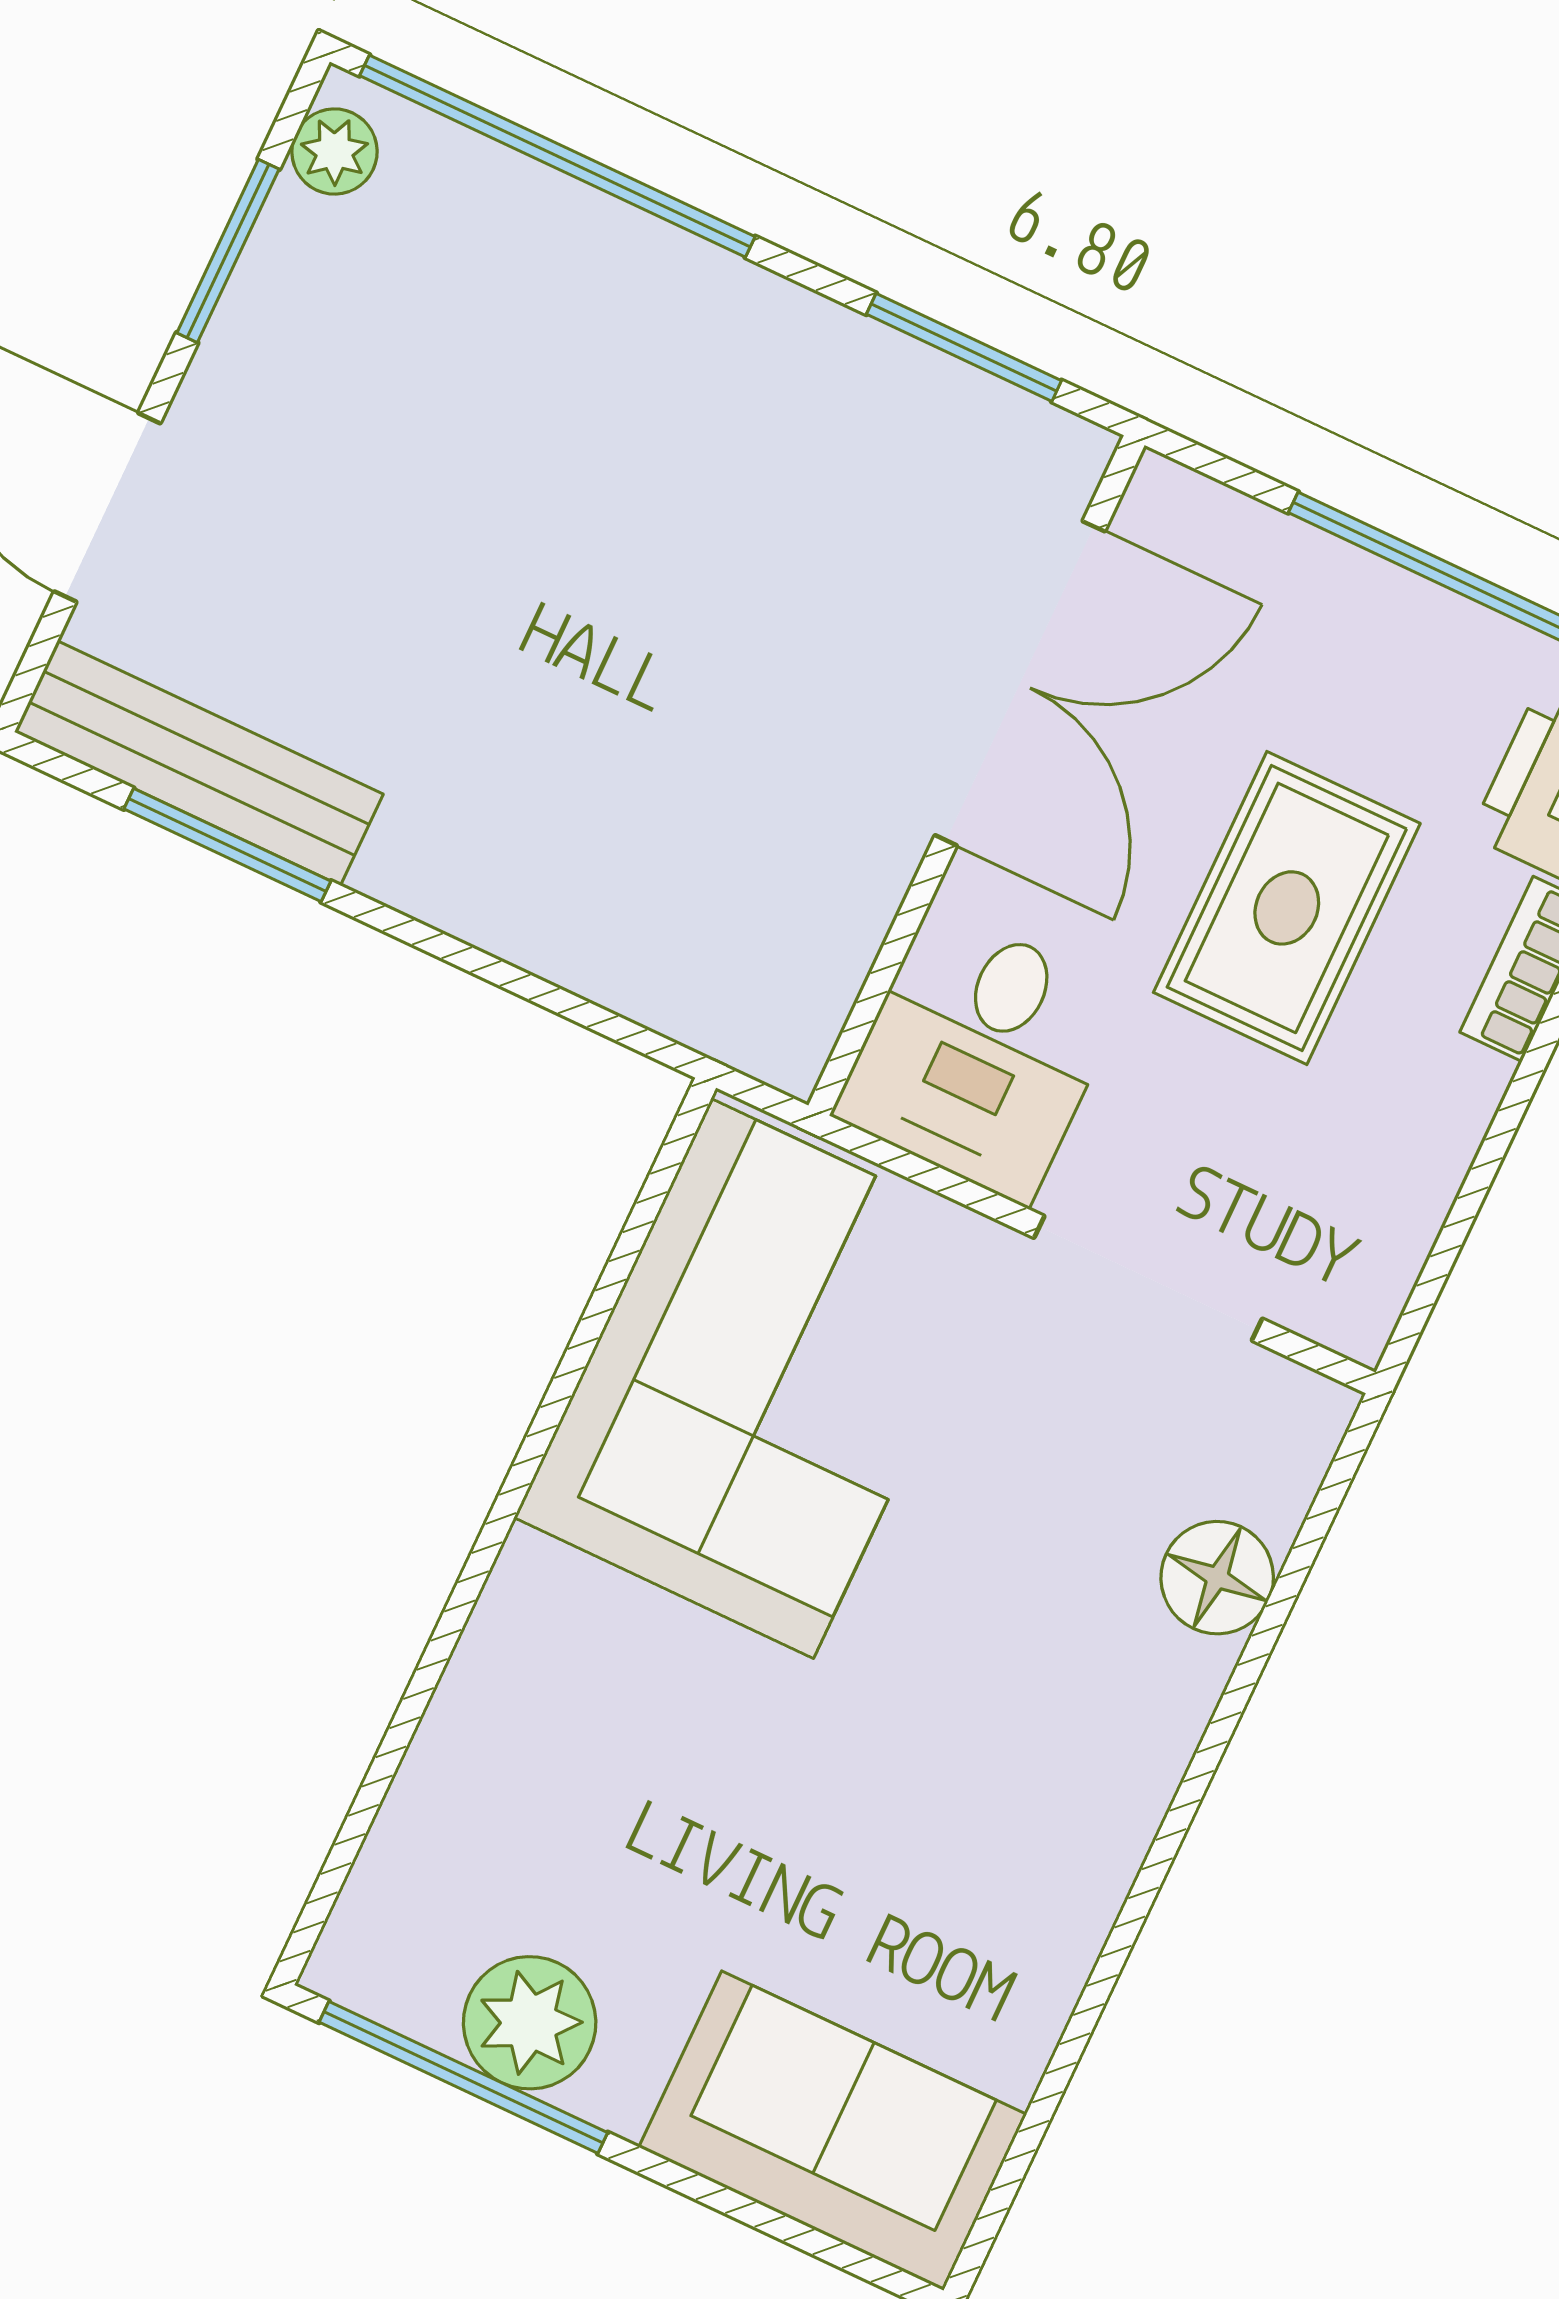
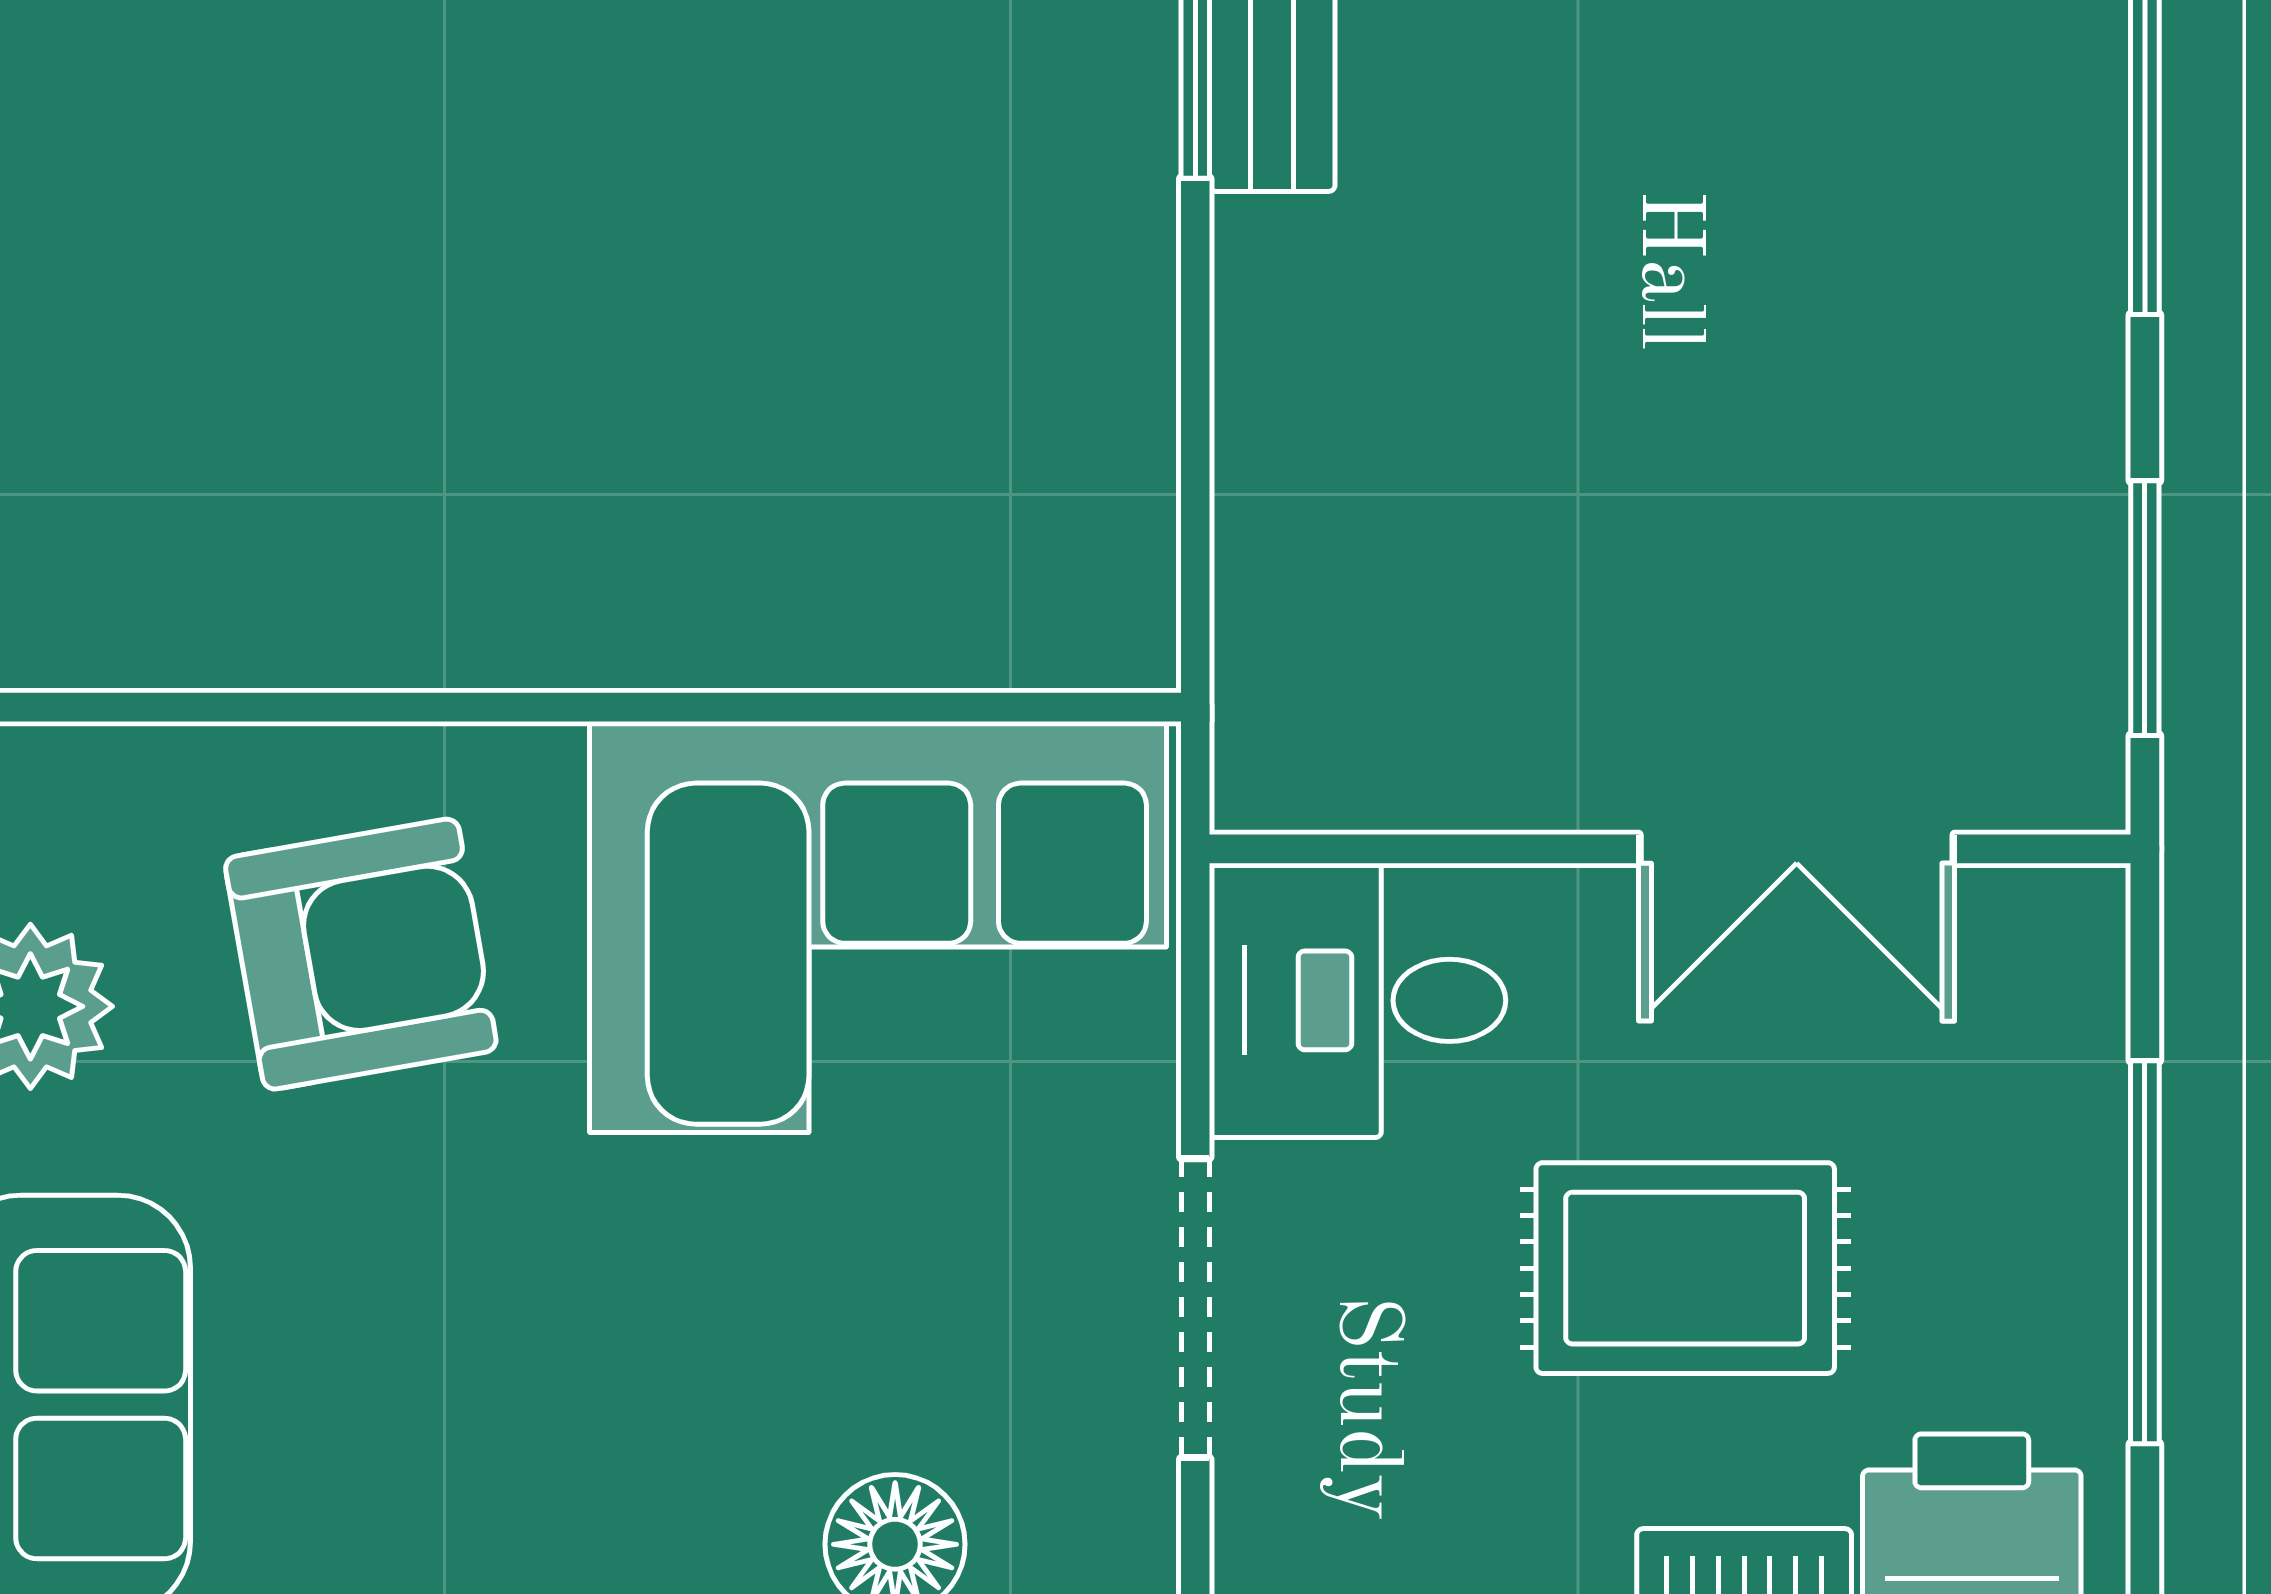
double door: (1020, 683) -> (1797, 849), width x0.73
armchair: (605, 1764) -> (361, 954), added

